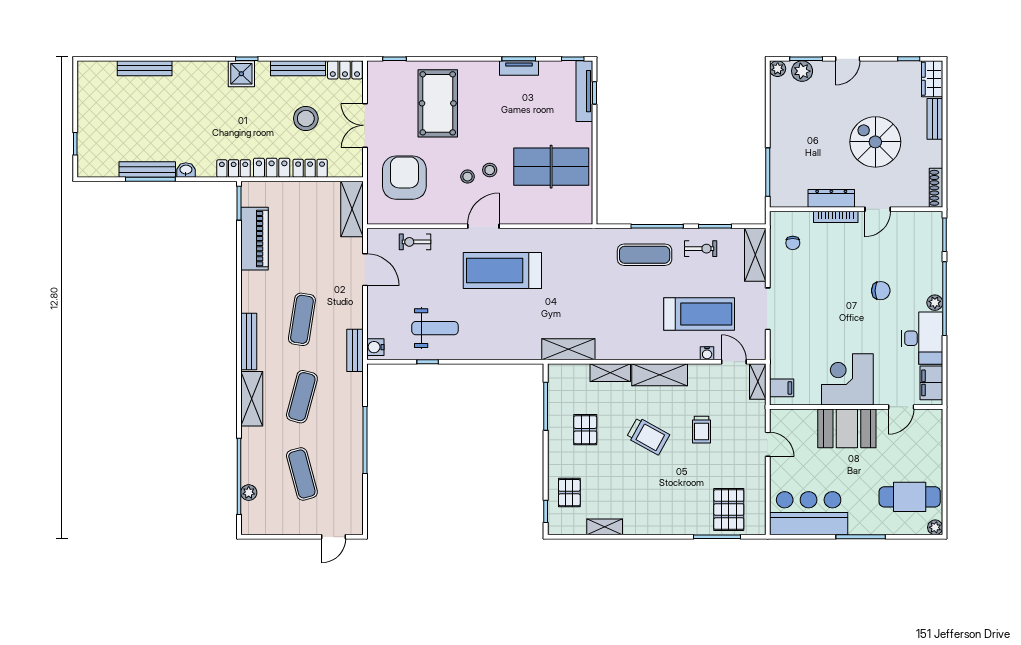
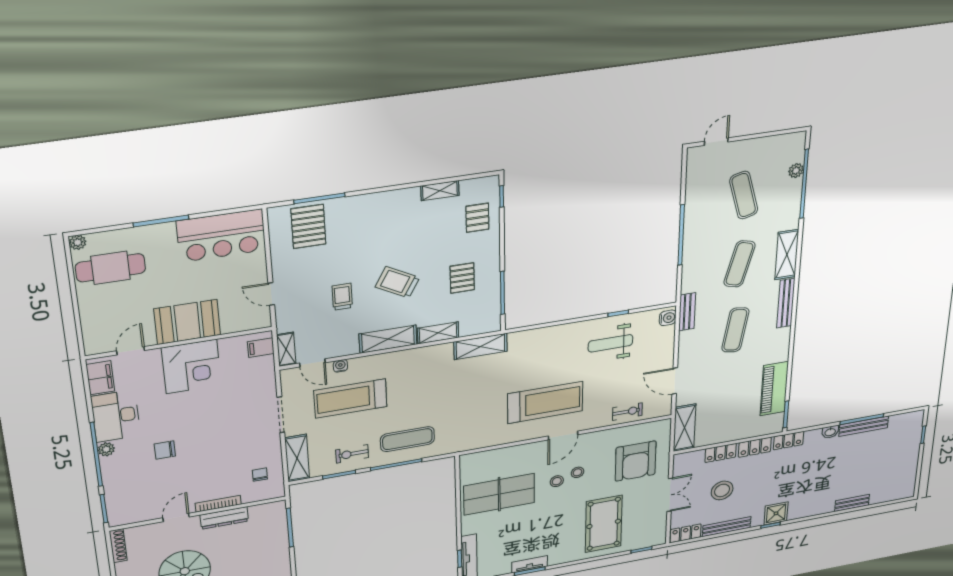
bench: (145, 68) -> (852, 503), width x0.73

